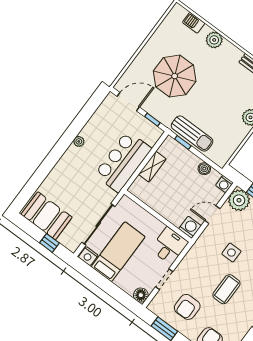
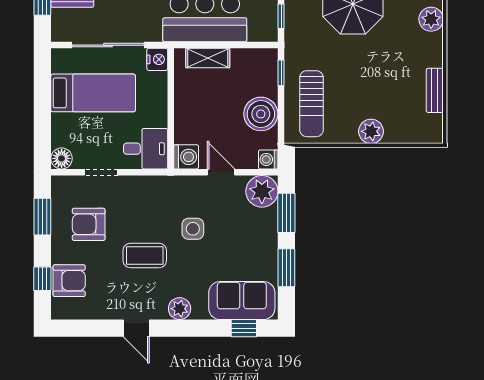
sun lounger: (192, 134) -> (311, 104), moved
shelving: (152, 167) -> (208, 58), moved
boiler: (204, 169) -> (261, 114), width x1.86, depth x1.86
nightstand: (88, 256) -> (157, 59), moved, turned 180

